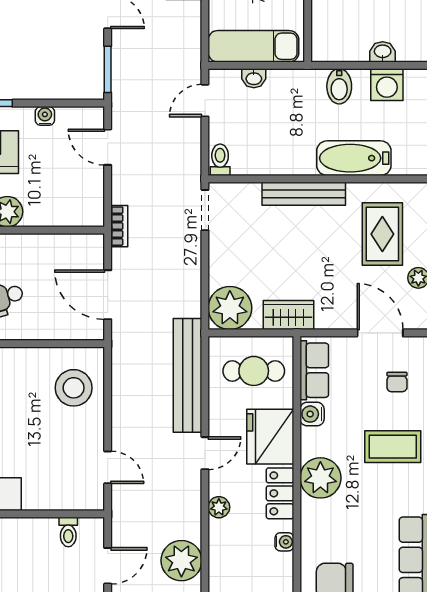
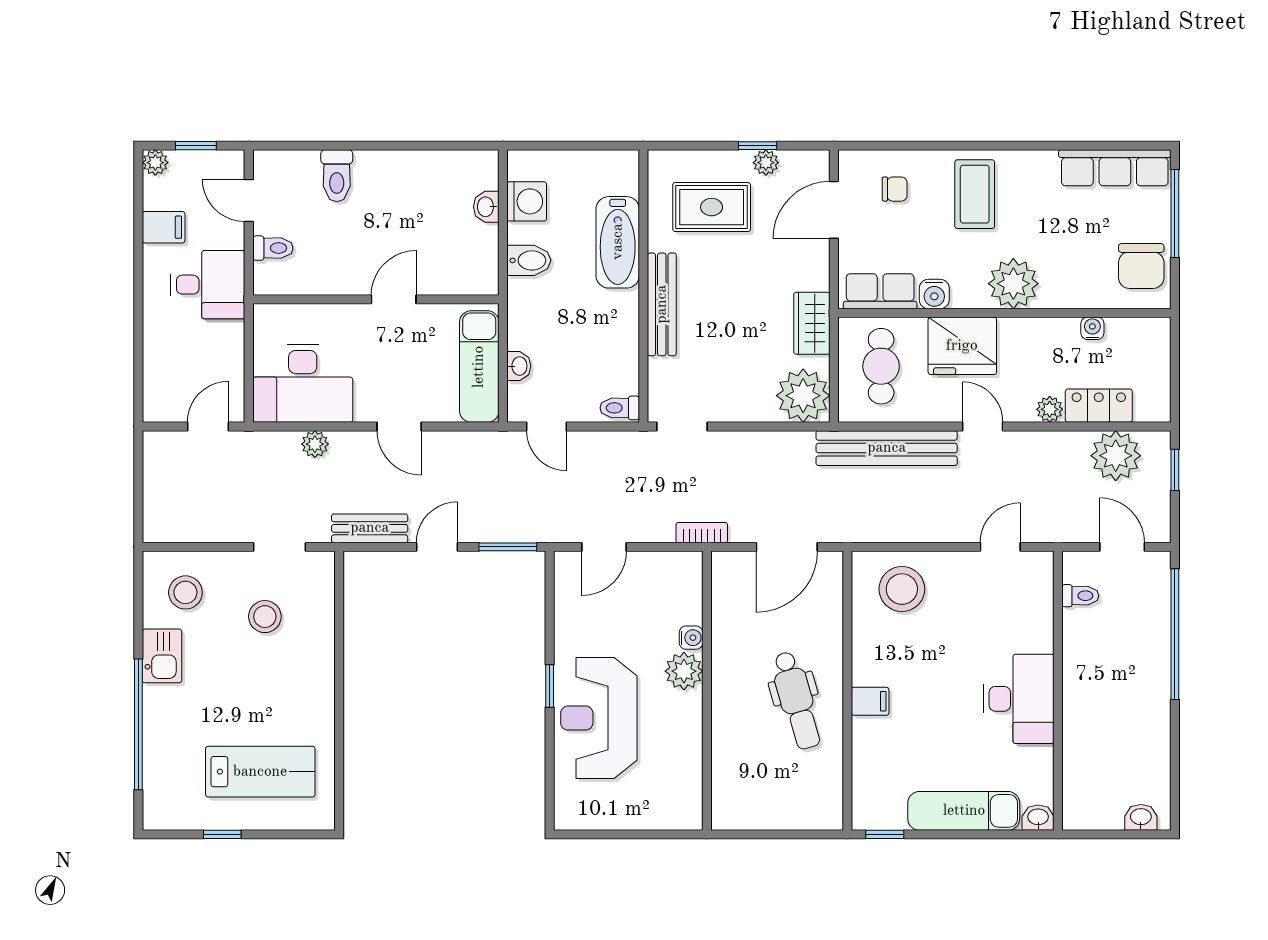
water cooler: (45, 116) -> (691, 638), moved, turned 180
locker: (280, 493) -> (1099, 406), moved, turned 180

